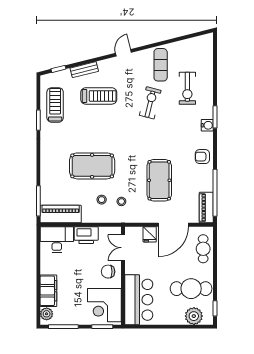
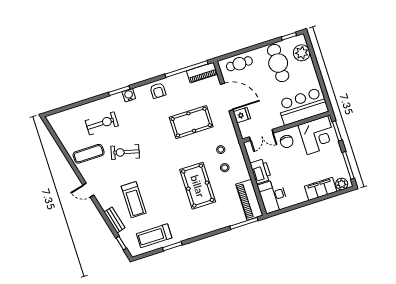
treadmill: (99, 96) -> (134, 200), turned 180

